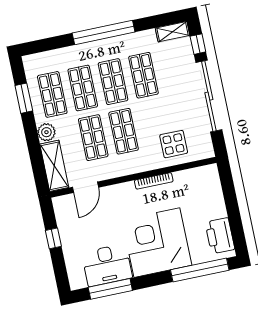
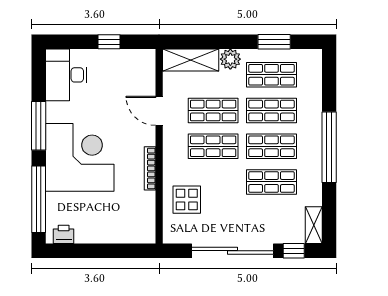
door: (86, 187) -> (159, 111), moved
printer: (220, 236) -> (64, 234), width x0.53, depth x0.68
desk: (107, 265) -> (66, 75), moved
window: (110, 289) -> (39, 126), moved

